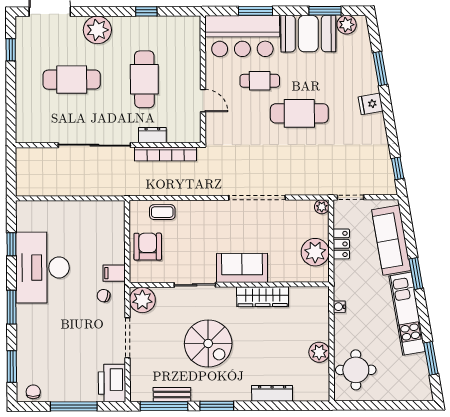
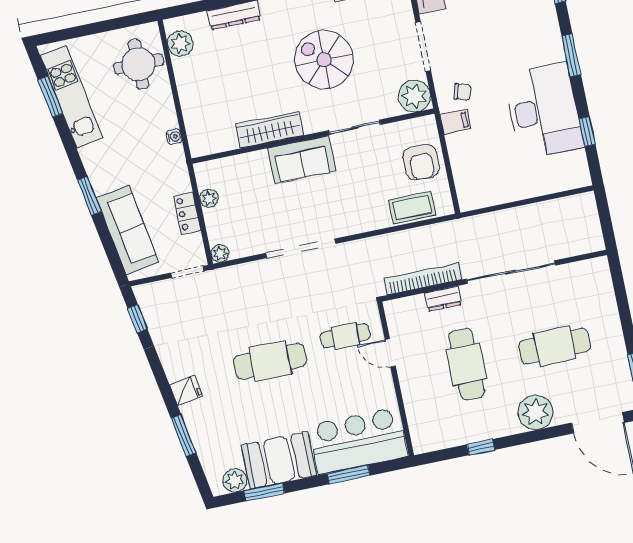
cafe table: (260, 81) -> (345, 336), moved
coffee table: (162, 212) -> (412, 208), width x1.36, depth x1.30
plant: (315, 252) -> (209, 198), width x0.53, depth x0.53
kitchen unit: (407, 314) -> (71, 97), moved
plant: (319, 352) -> (180, 43), moved

